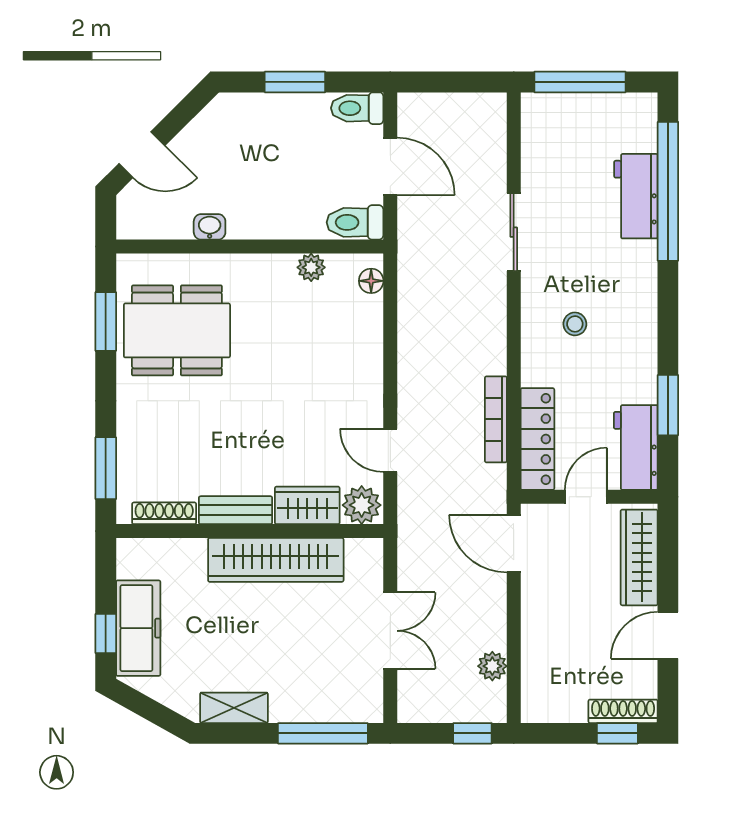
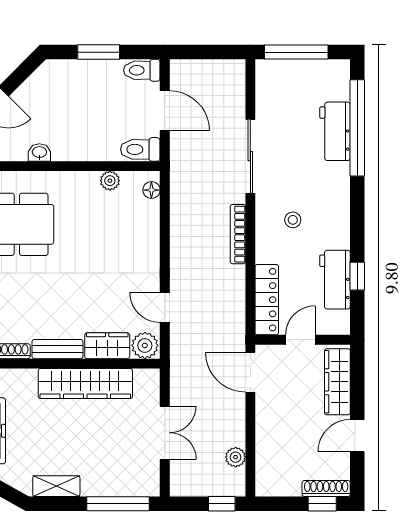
sliding door: (514, 232) -> (250, 156), width x1.37
window: (668, 405) -> (357, 276), width x0.67
bookcase: (496, 419) -> (238, 234), moved
workbench: (636, 447) -> (335, 280), moved

